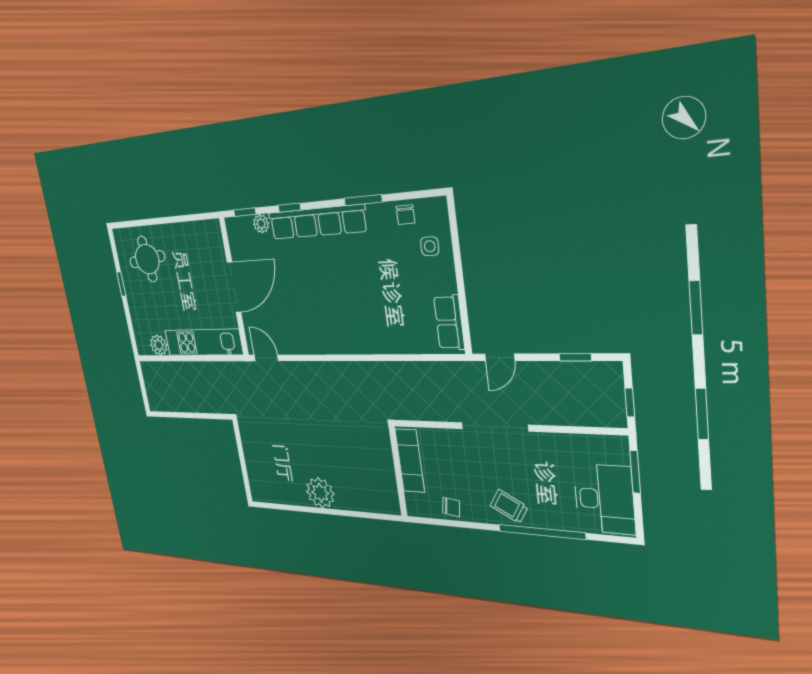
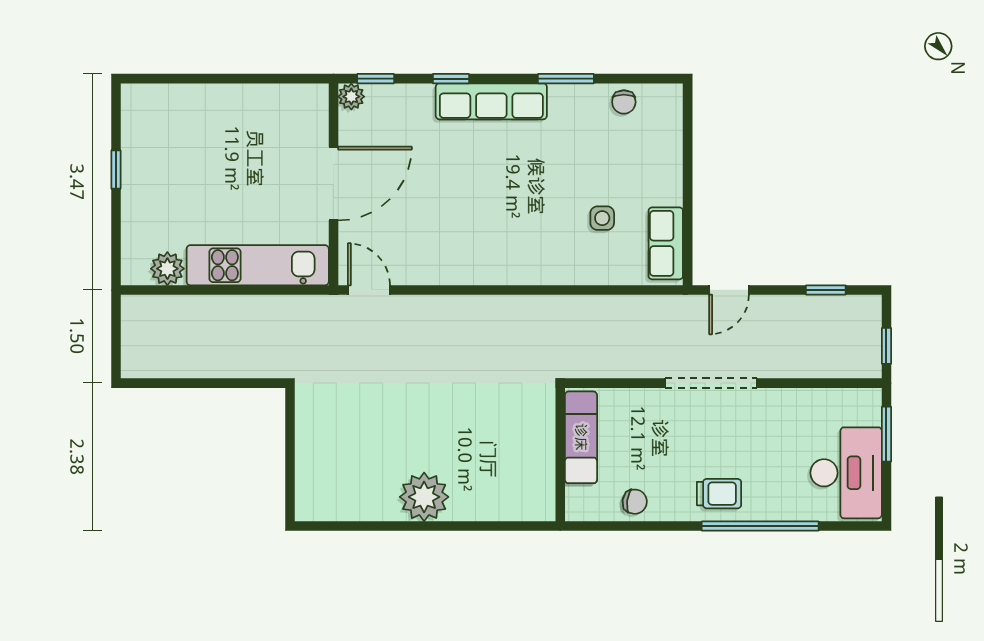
row of seats: (317, 222) -> (491, 101), width x0.73
plant: (261, 224) -> (351, 97), moved
side table: (430, 246) -> (602, 218), moved
round table: (147, 259) -> (179, 134), removed
trolley: (509, 506) -> (719, 494), turned 150

